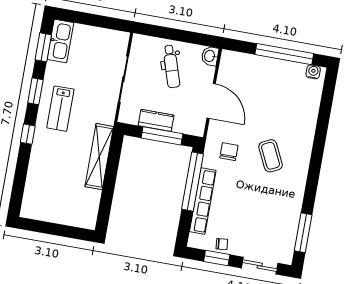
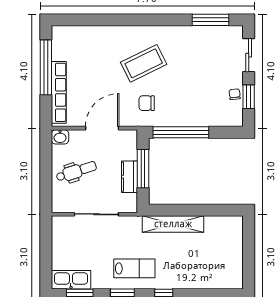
water cooler: (313, 72) -> (58, 37), removed
coffee table: (271, 156) -> (144, 63), width x1.36, depth x1.32
row of seats: (203, 201) -> (59, 92), moved, turned 90

